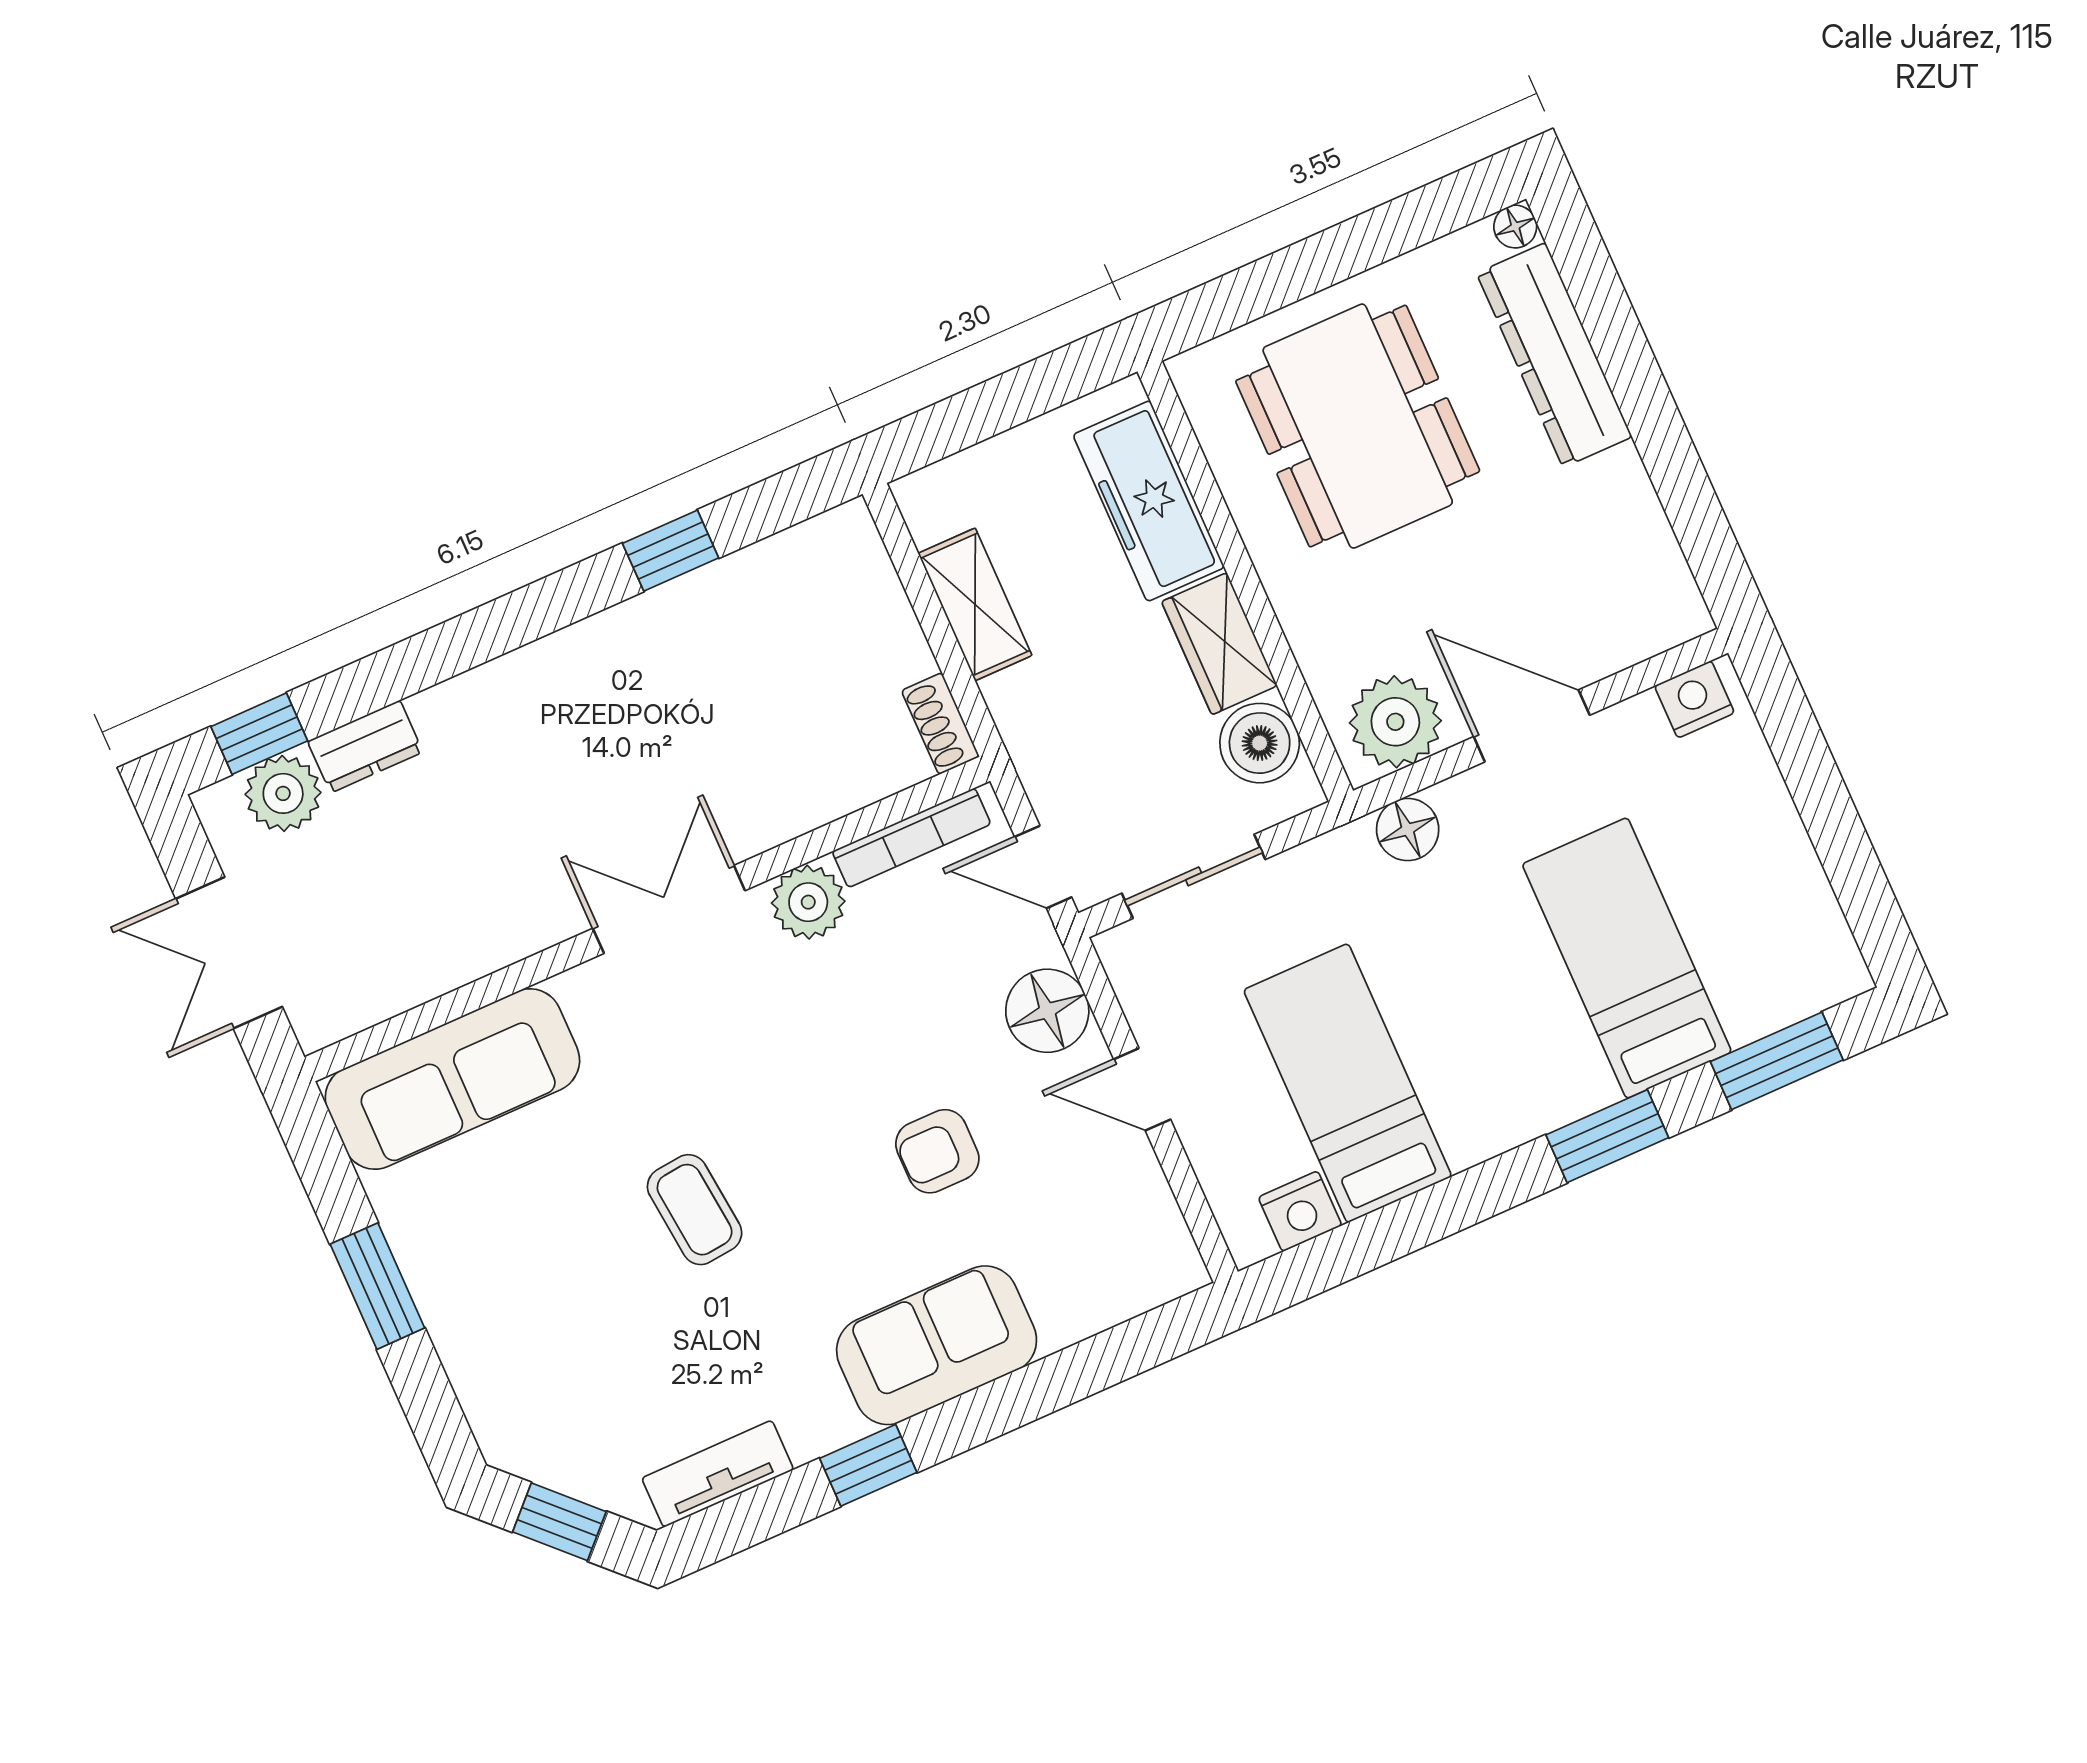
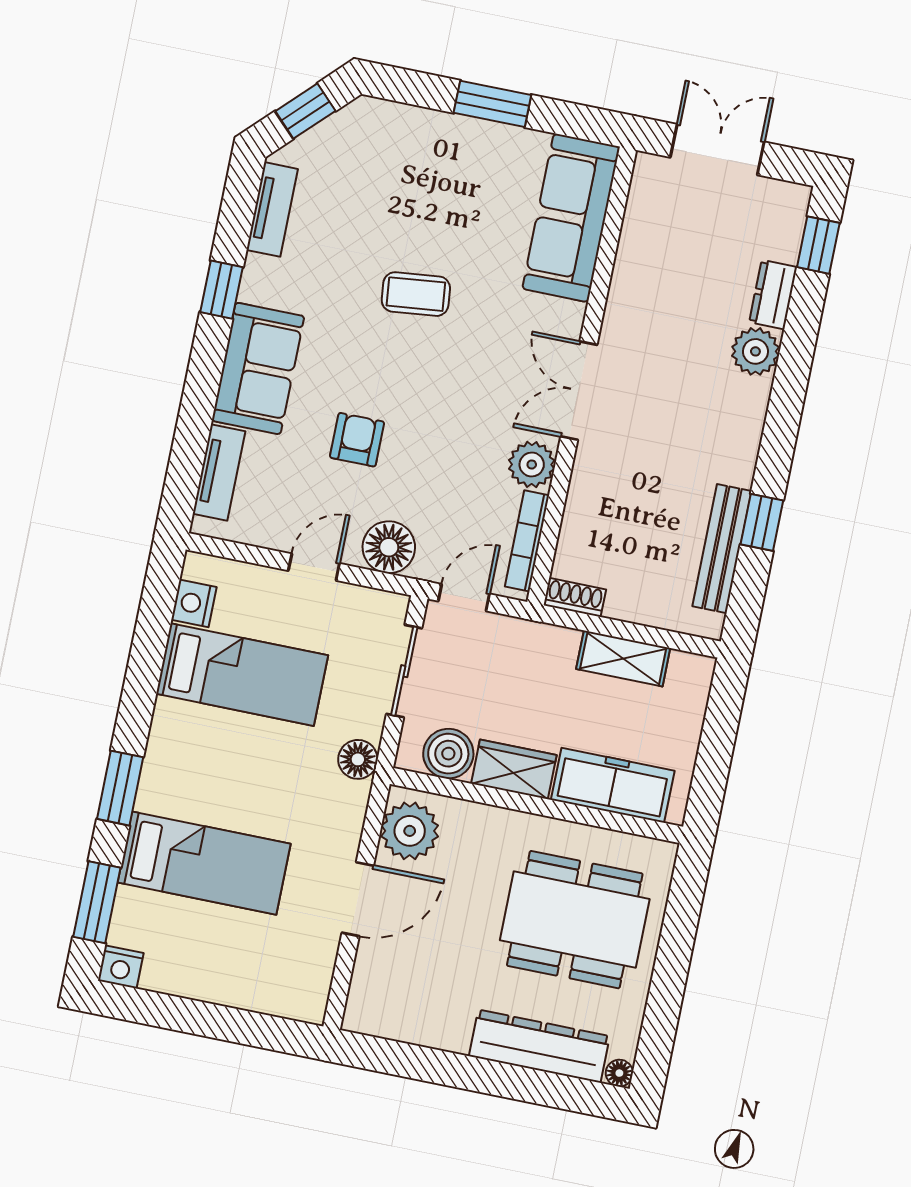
bench: (741, 578) -> (722, 549), added
nightstand: (1694, 699) -> (121, 967), moved, turned 90
plant: (283, 793) -> (755, 351), moved
floor lamp: (1408, 829) -> (358, 759), moved
double door: (669, 909) -> (579, 391), swing flipped
tv unit: (1107, 1300) -> (219, 472), added

